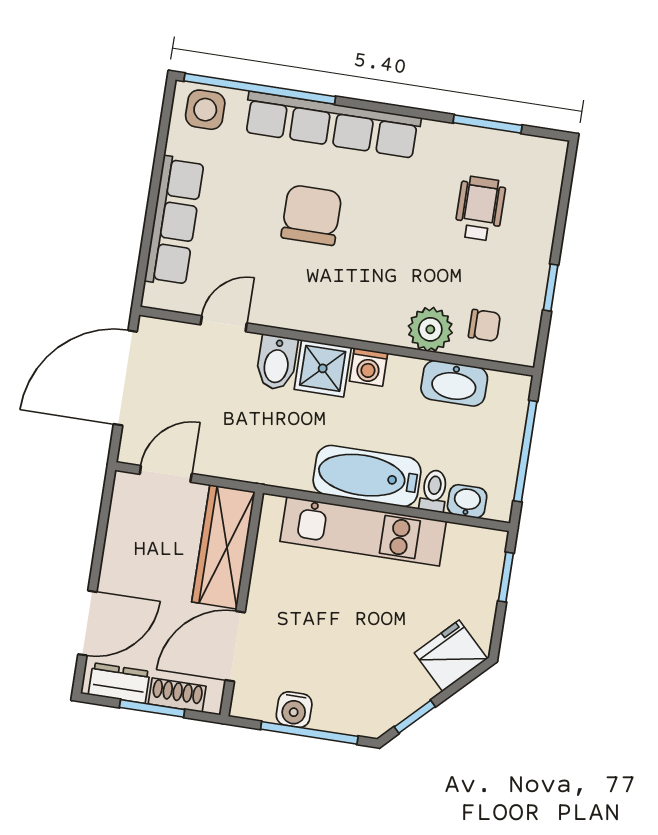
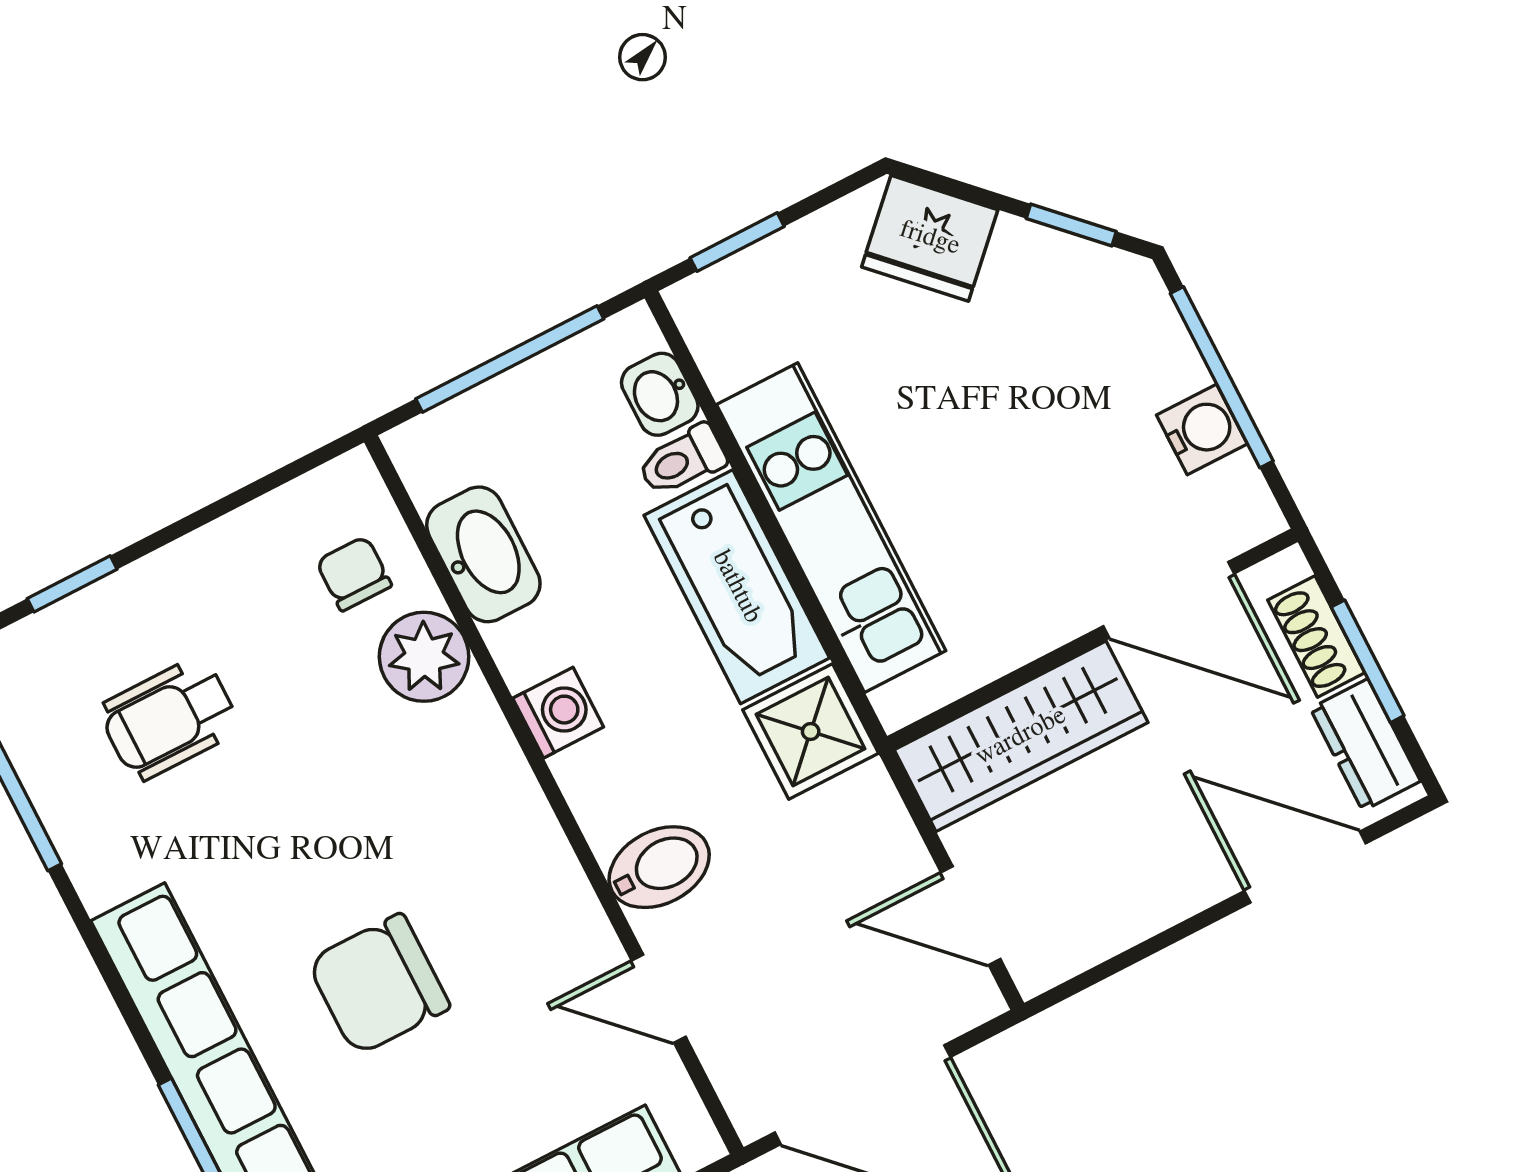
window: (551, 288) -> (72, 584), moved
shower: (323, 368) -> (811, 732), moved

